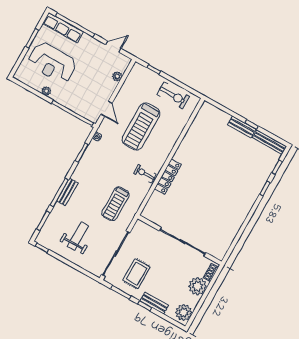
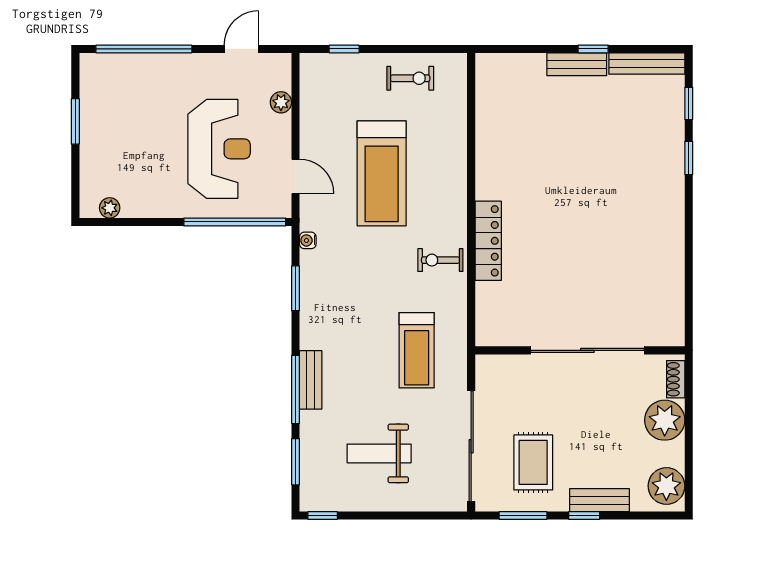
row of seats: (63, 28) -> (123, 67), removed
reception desk: (52, 63) -> (219, 149), moved, turned -90
plant: (46, 91) -> (110, 208), moved
exercise bike: (173, 95) -> (410, 78), width x0.73, depth x0.72
weight bench: (78, 236) -> (379, 453), turned -90

